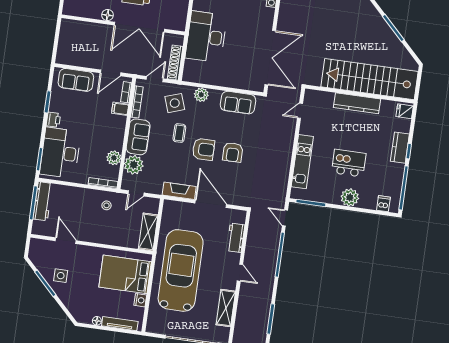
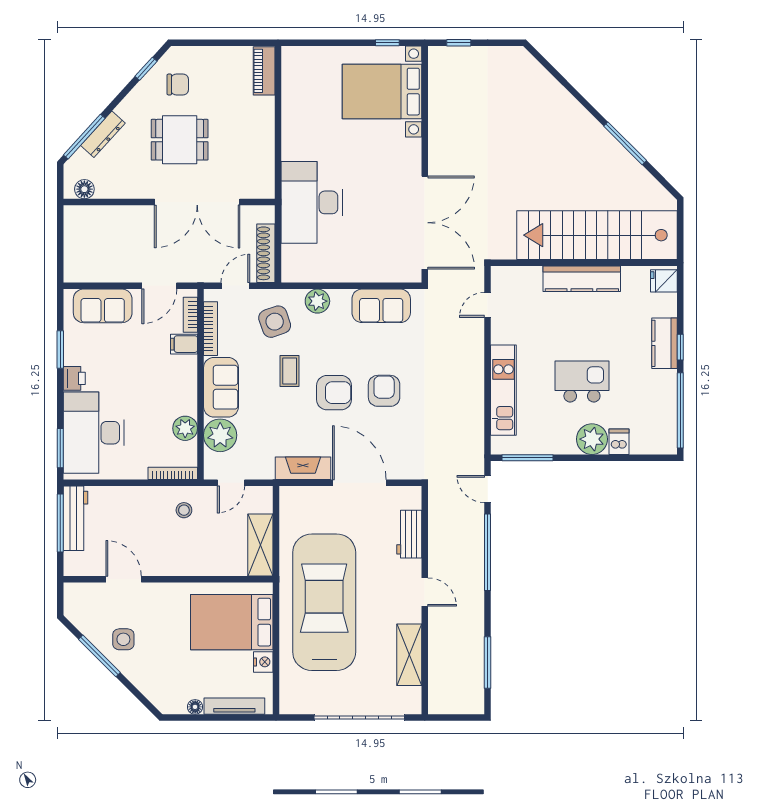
floor lamp: (108, 15) -> (84, 189), moved
armchair: (233, 152) -> (384, 391), turned 180
dishwasher: (383, 204) -> (619, 442), moved

